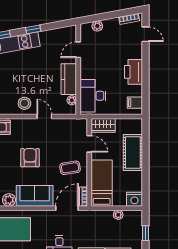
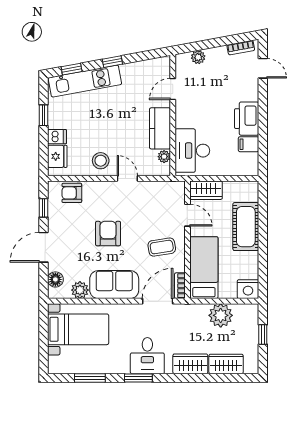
filing cabinet: (135, 103) -> (249, 144), moved
plant: (118, 215) -> (221, 315), width x1.88, depth x1.88

